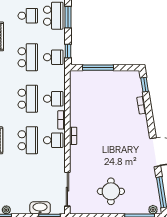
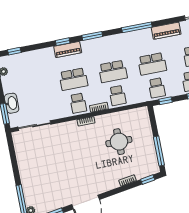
window: (98, 68) -> (159, 151), moved
round table: (111, 191) -> (119, 142), moved

